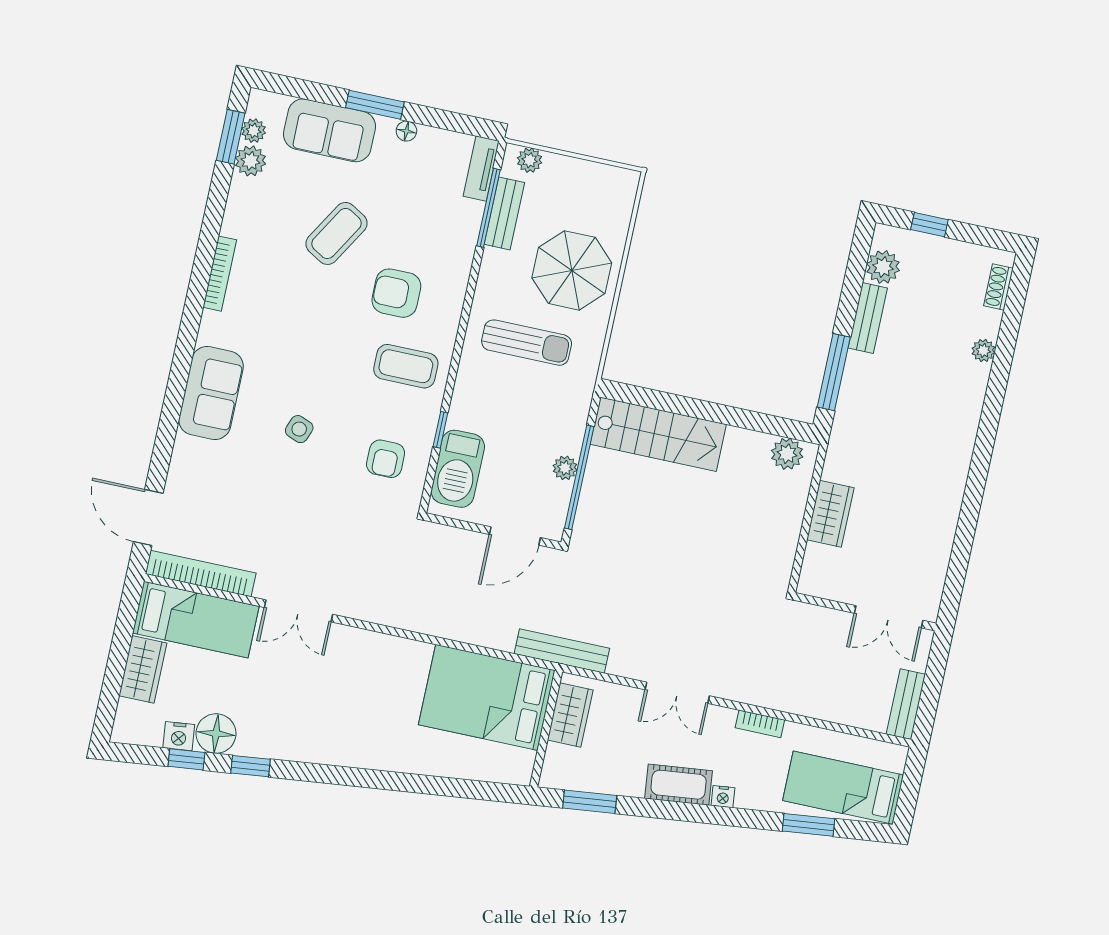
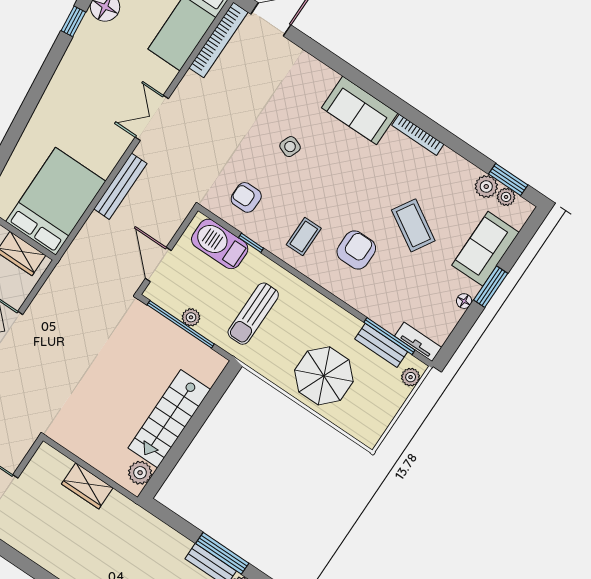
sun lounger: (527, 343) -> (253, 314), moved
coffee table: (406, 366) -> (304, 236), width x0.73, depth x0.77
window: (834, 372) -> (222, 553), moved
sofa: (211, 393) -> (360, 110), moved
stairs: (658, 434) -> (169, 419), moved
double door: (298, 611) -> (152, 118), moved
bench: (562, 651) -> (120, 186), moved

